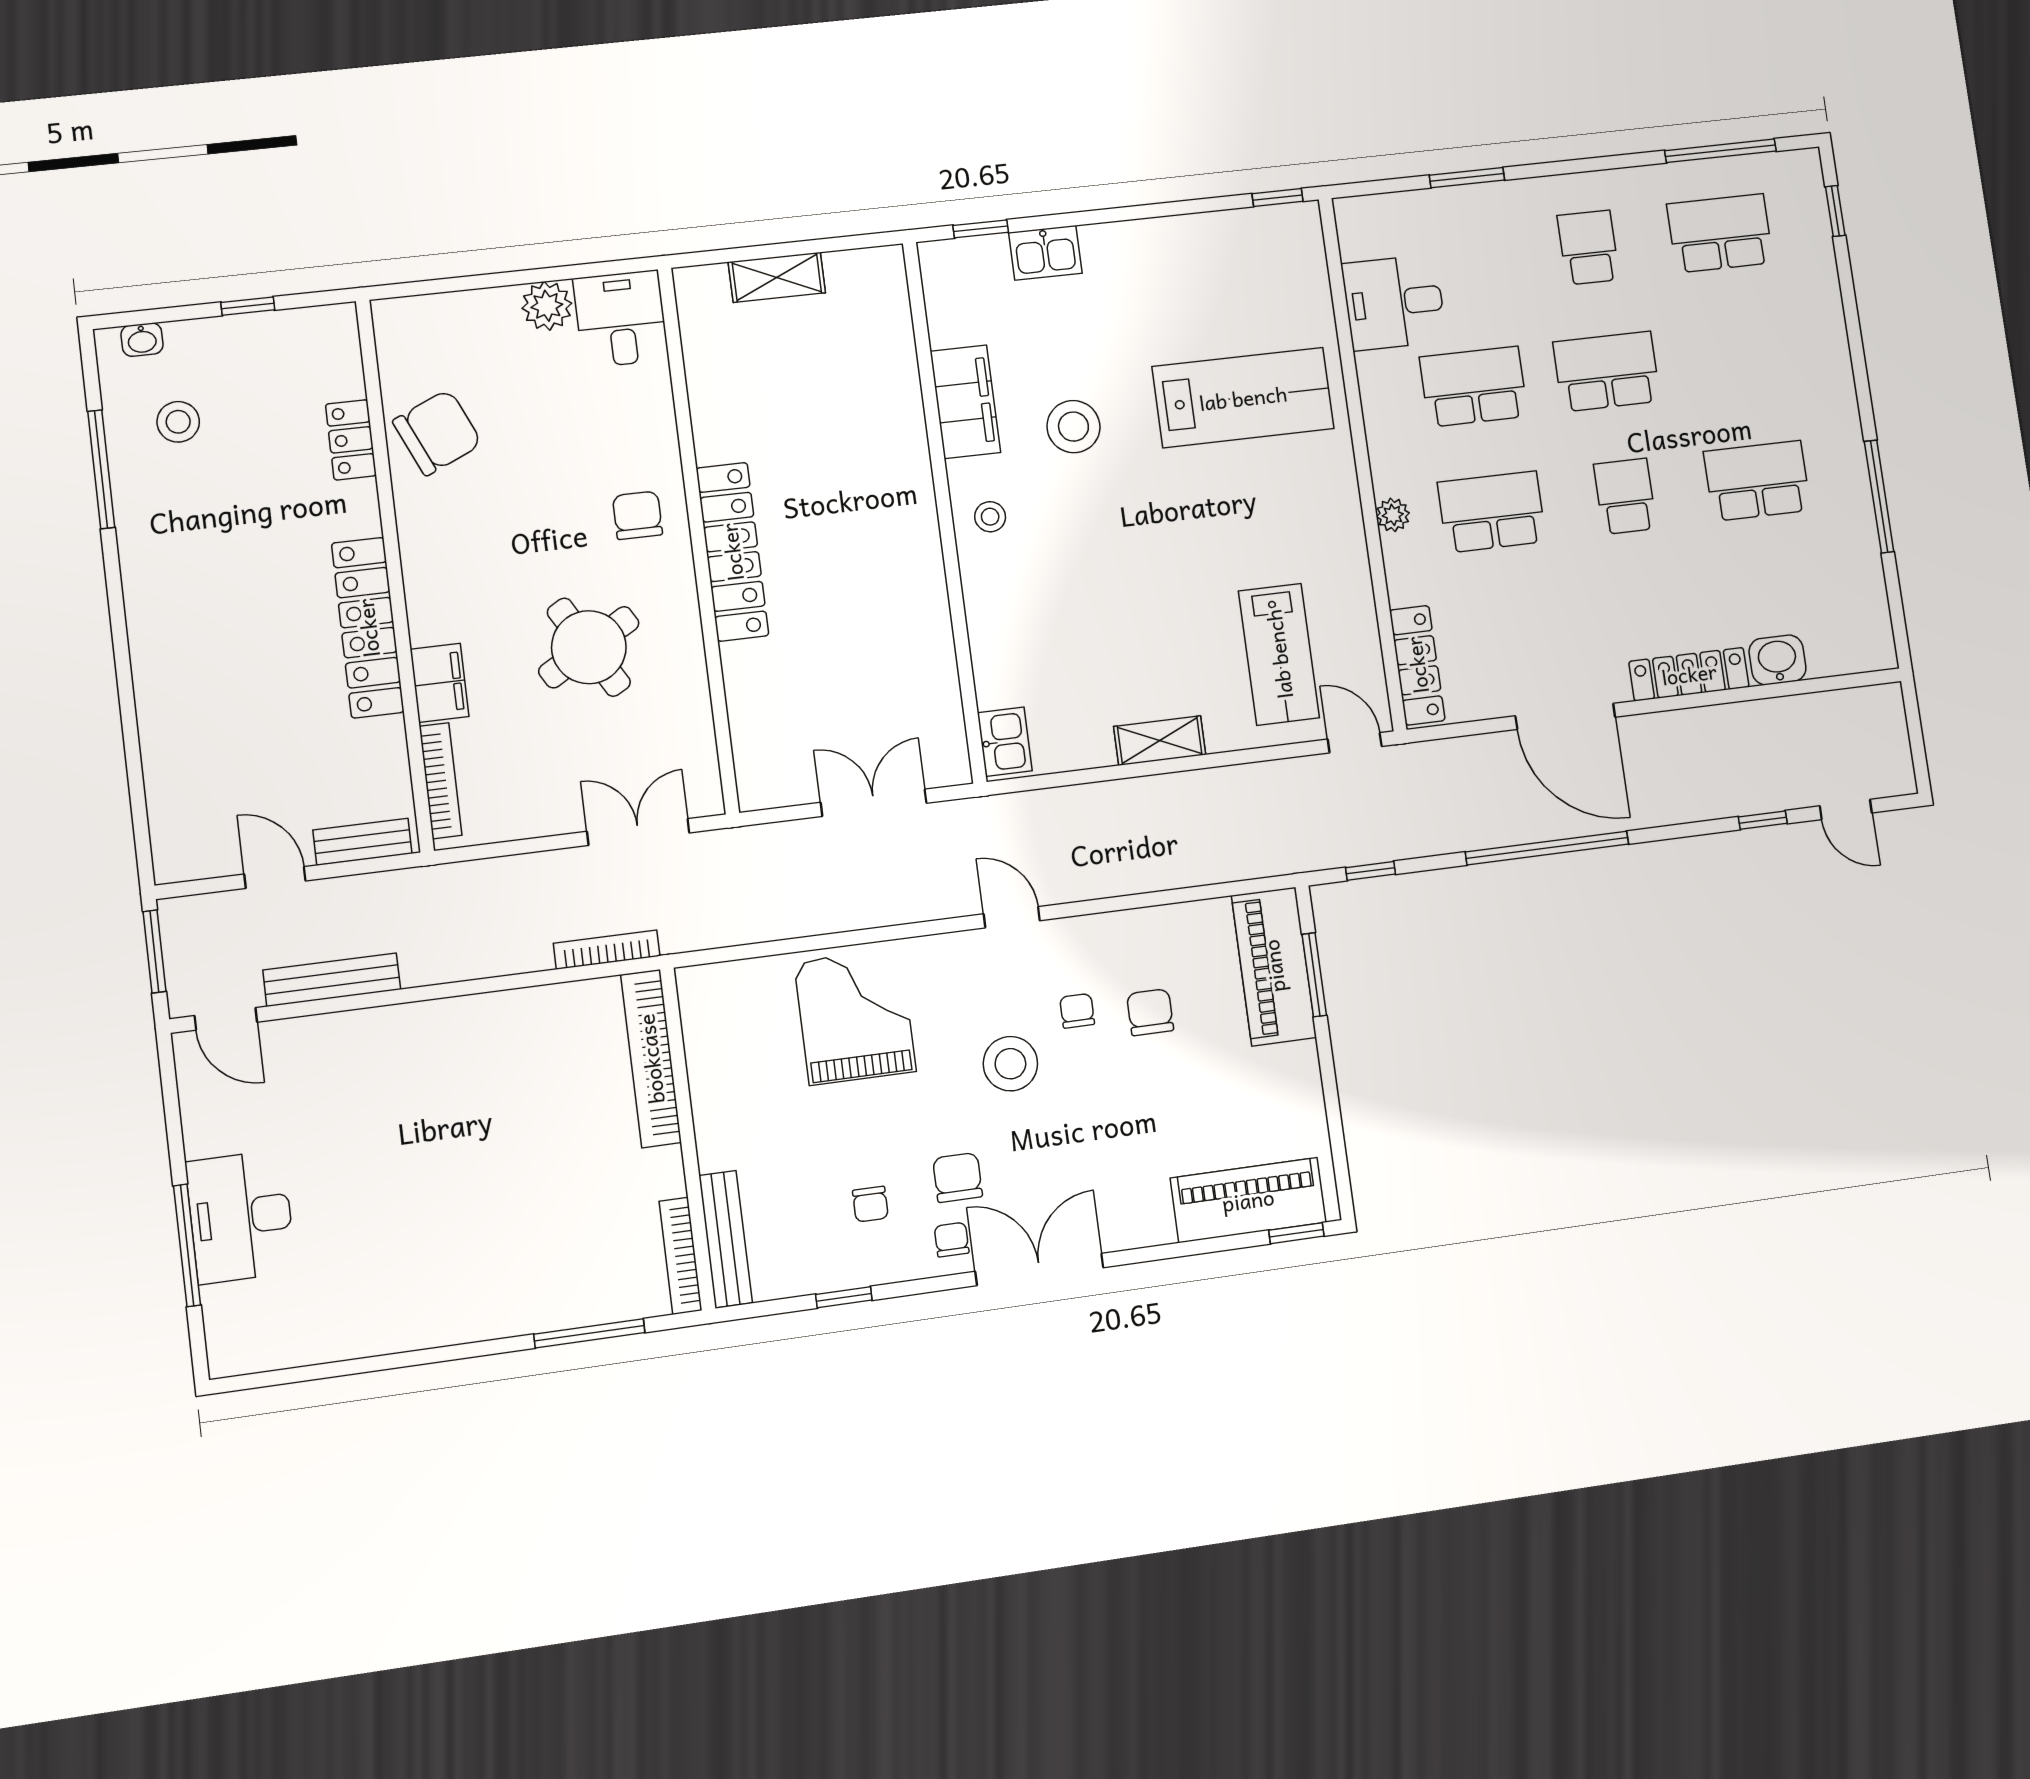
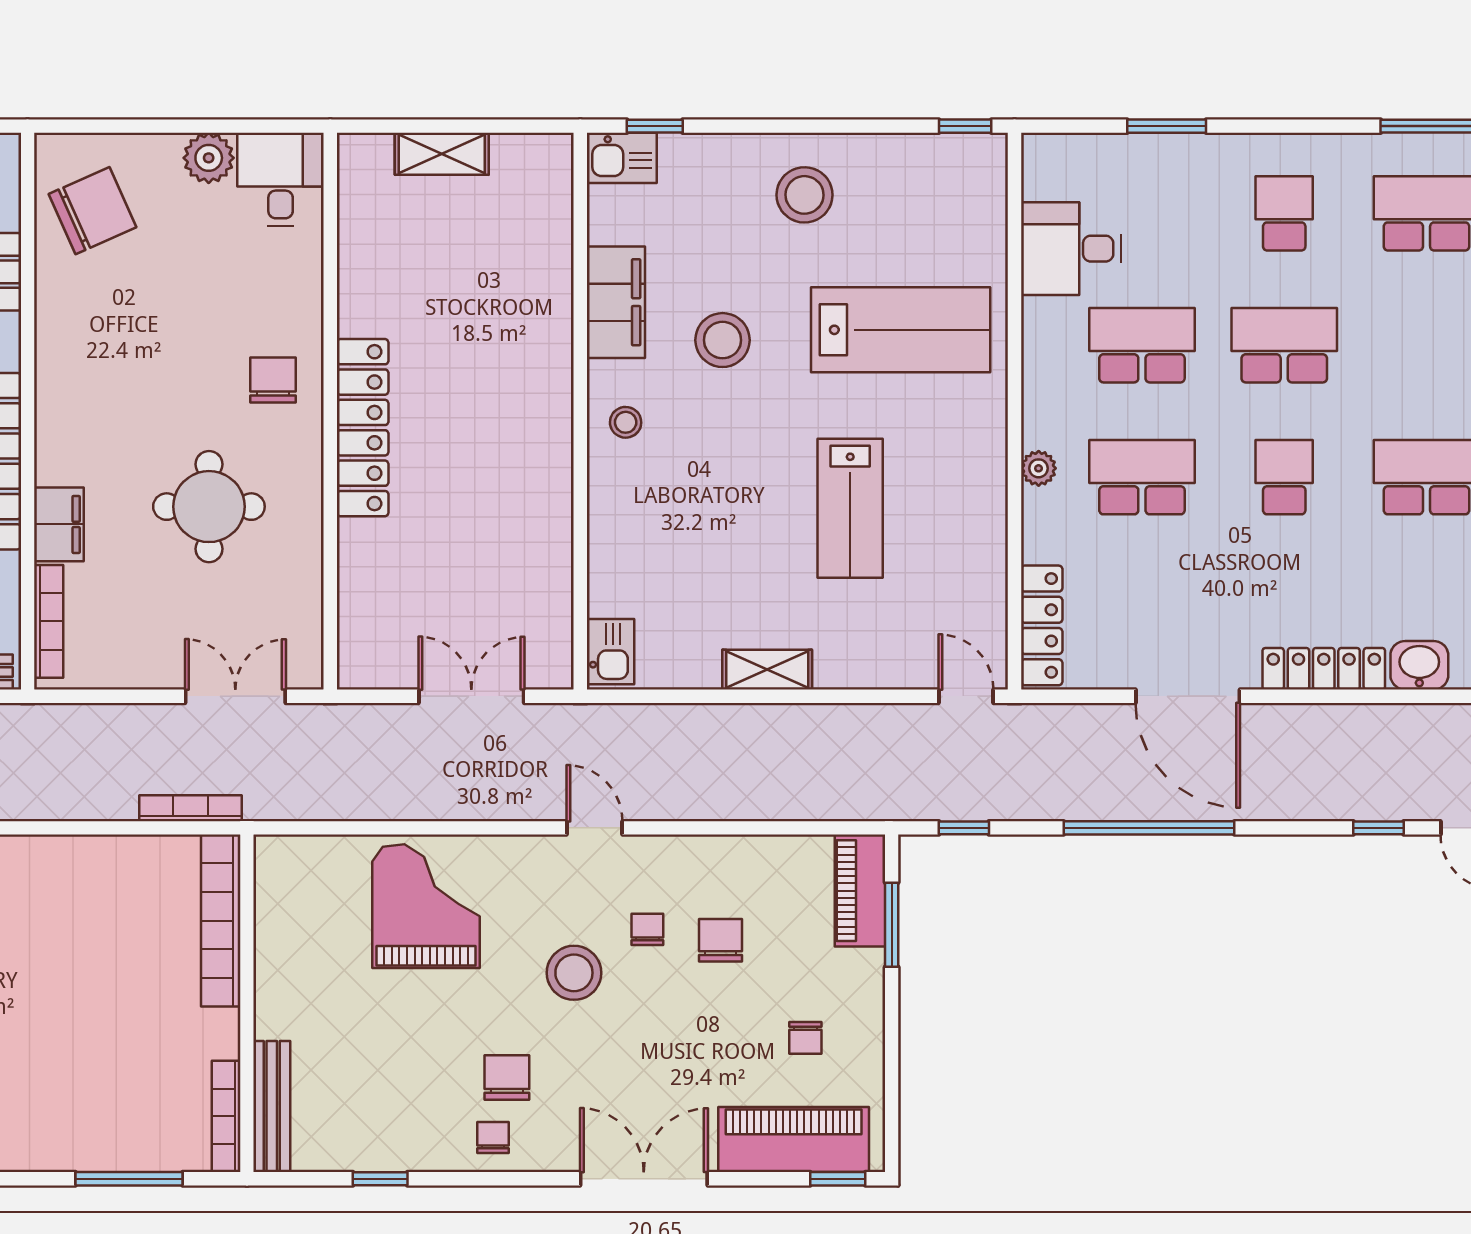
kitchen sink: (1045, 253) -> (622, 158), moved
stool: (1134, 279) -> (805, 195), added
chair: (437, 432) -> (93, 211), moved
round table: (589, 647) -> (209, 507), turned 30
lab bench: (1279, 654) -> (850, 508), moved
piano: (1274, 966) -> (860, 891), width x0.73, depth x0.75
chair: (870, 1204) -> (805, 1038), moved
double door: (1039, 1270) -> (644, 1179), moved

